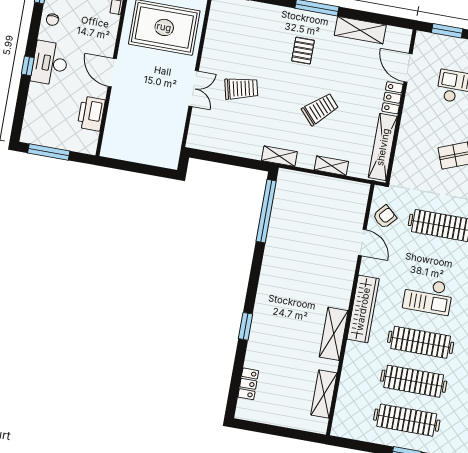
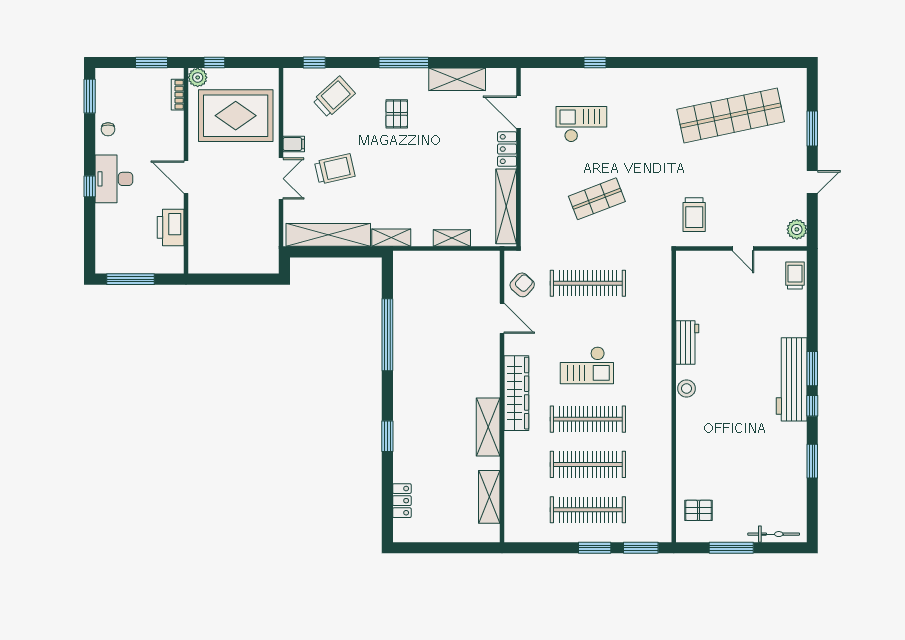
window: (447, 31) -> (555, 63), removed
filing cabinet: (210, 61) -> (294, 144), added
trolley: (320, 109) -> (334, 97), moved
shelving: (226, 144) -> (328, 235), added
window: (266, 211) -> (387, 335), moved

